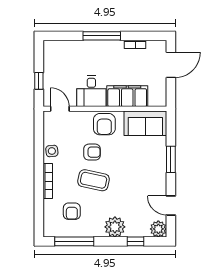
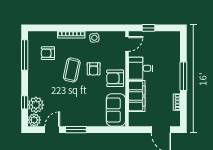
window: (171, 159) -> (76, 130), moved
plant: (115, 227) -> (36, 105), moved

